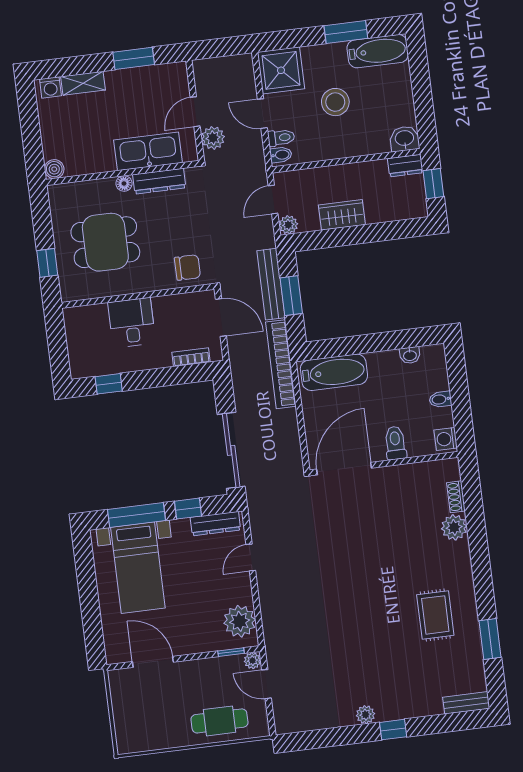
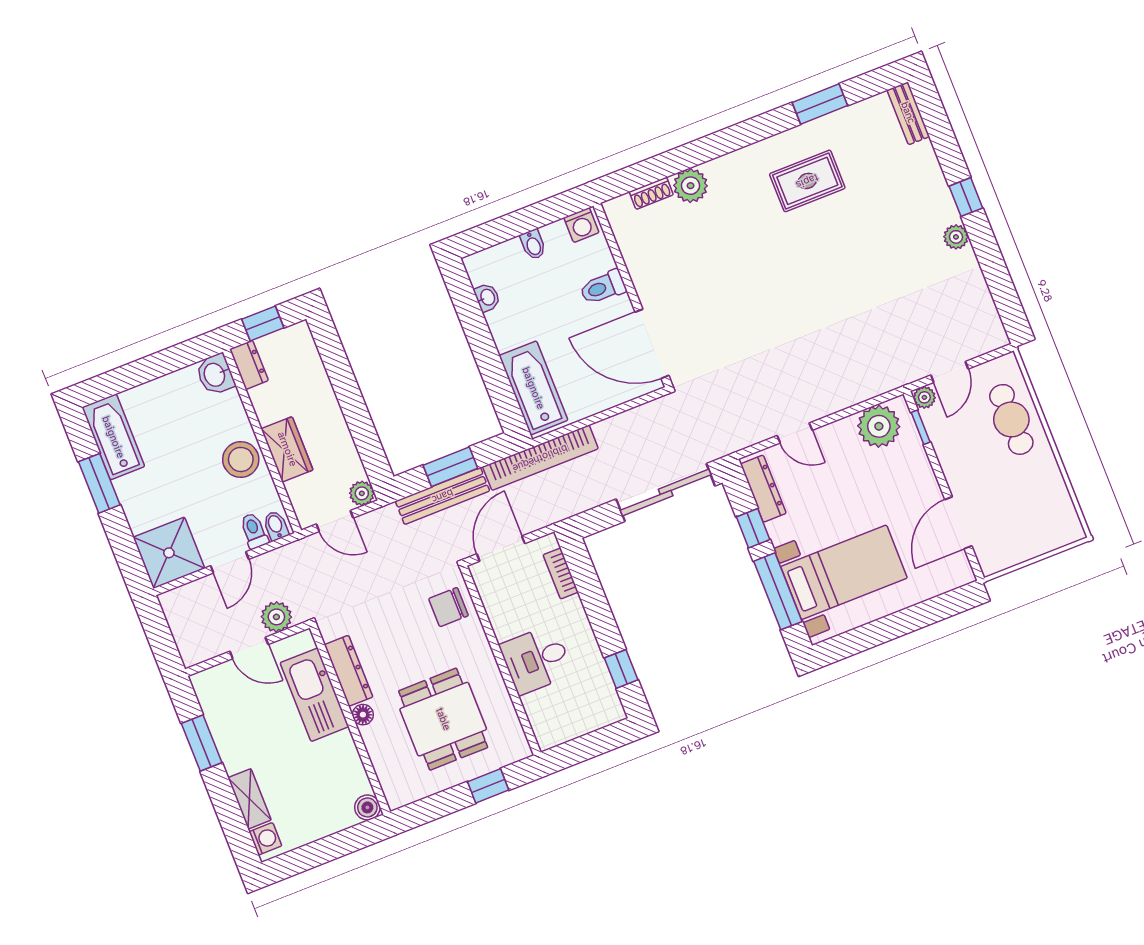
stool: (335, 102) -> (241, 459), moved
wardrobe: (342, 215) -> (287, 449), moved, turned 180
chair: (187, 267) -> (448, 607), turned -90

